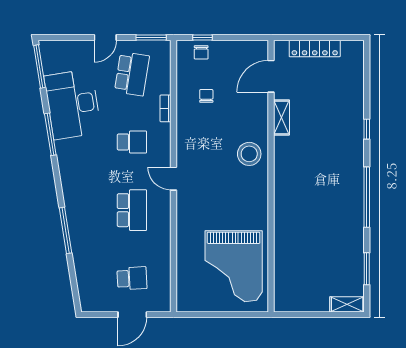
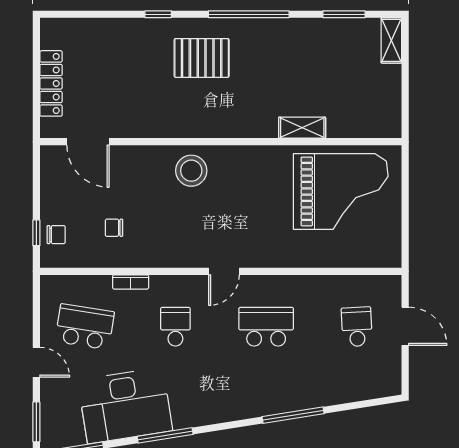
window: (151, 38) -> (36, 422), moved
shelving: (281, 117) -> (302, 128), moved
pallet: (334, 162) -> (202, 58), added

